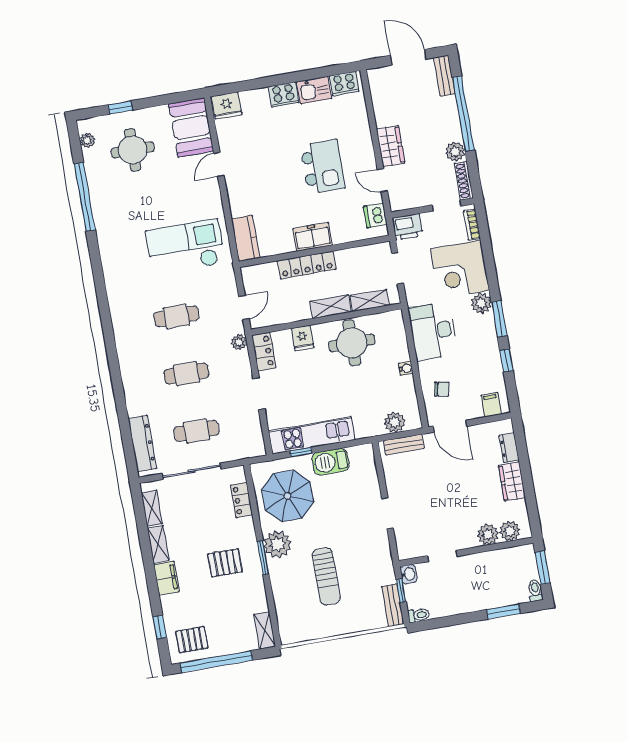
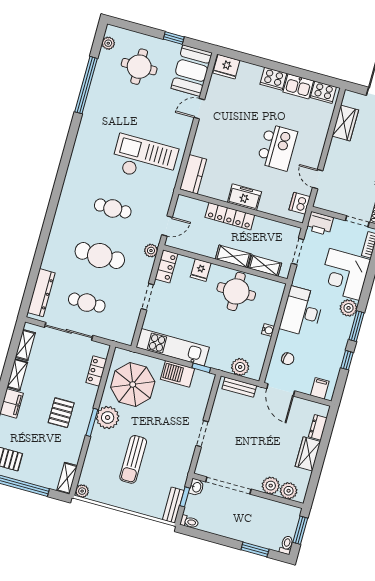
window: (120, 107) -> (174, 38), moved
wardrobe: (391, 146) -> (345, 123), moved
cafe table: (186, 374) -> (100, 256), width x1.37, depth x1.35
window: (301, 452) -> (201, 368), moved
doorway: (442, 556) -> (228, 485), width x1.88
pallet: (225, 563) -> (61, 413), turned 90
plant: (287, 637) -> (82, 491), added

